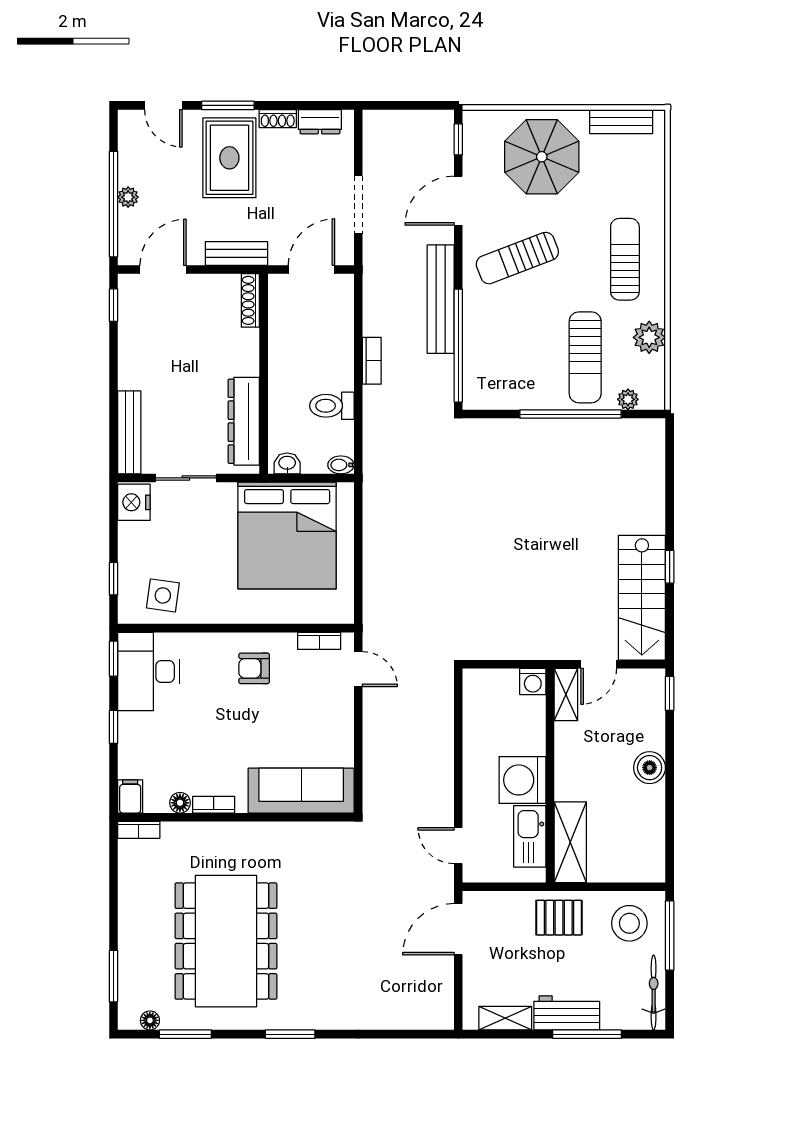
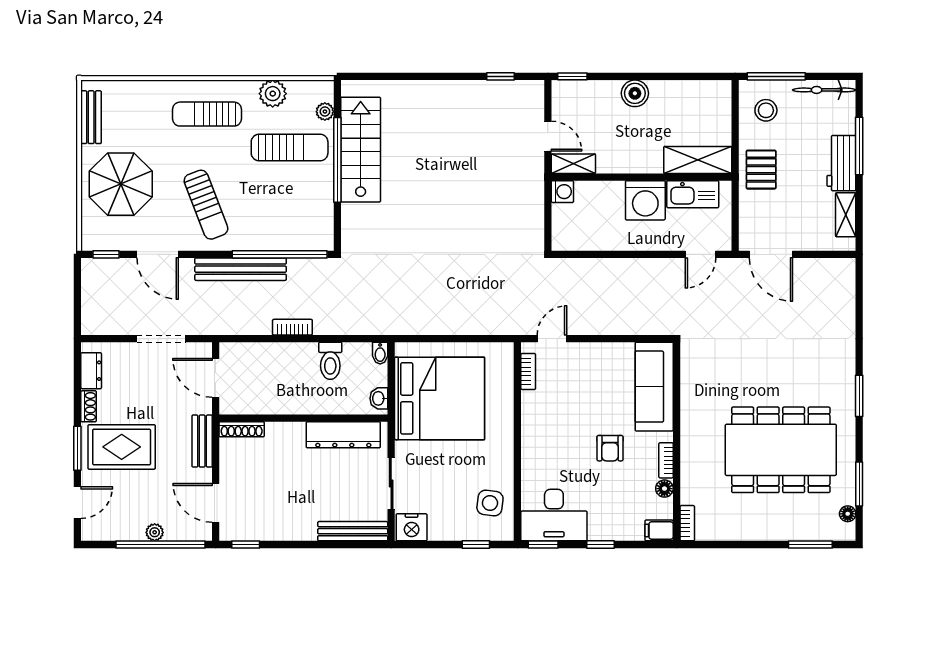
window: (670, 567) -> (501, 76), moved
stairs: (642, 598) -> (361, 150), moved, turned -90
armchair: (254, 668) -> (610, 448), moved
stool: (629, 923) -> (766, 110), width x0.73, depth x0.73

